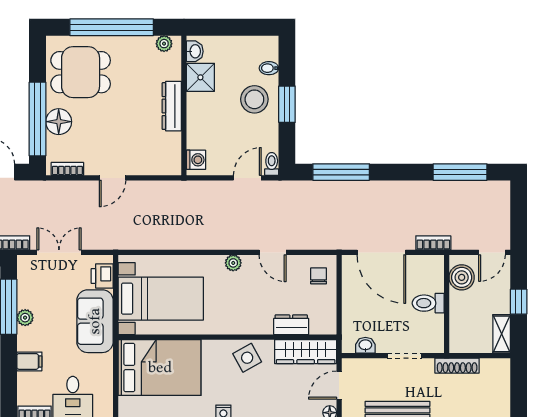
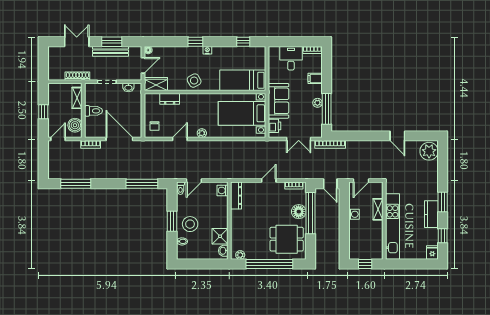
dresser: (172, 106) -> (236, 196), moved
door: (273, 252) -> (180, 139), hinge flipped
shelving: (502, 334) -> (77, 98), moved
wardrobe: (306, 352) -> (156, 84), width x0.67
bed: (160, 368) -> (243, 80), width x0.67

